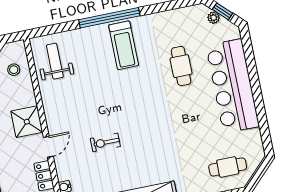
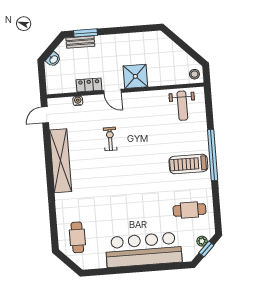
weight bench: (55, 61) -> (182, 106), turned 90
cafe table: (181, 66) -> (189, 210), moved
stool: (14, 70) -> (194, 74), moved

